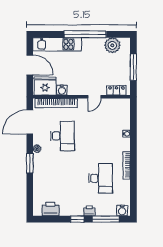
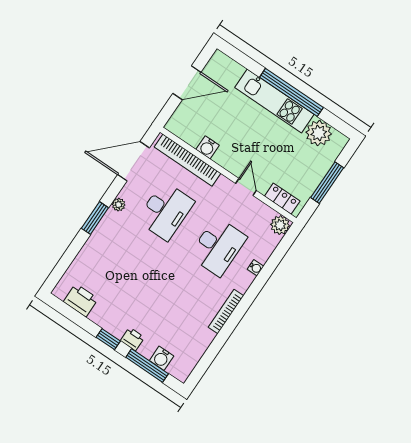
kitchen unit: (57, 44) -> (274, 101), moved
door: (30, 65) -> (187, 83), hinge flipped
fridge: (45, 86) -> (188, 126), removed
door: (94, 97) -> (246, 187), swing flipped
plant: (124, 104) -> (280, 225), added
desk: (101, 178) -> (218, 247), moved
water cooler: (122, 211) -> (162, 358), moved

